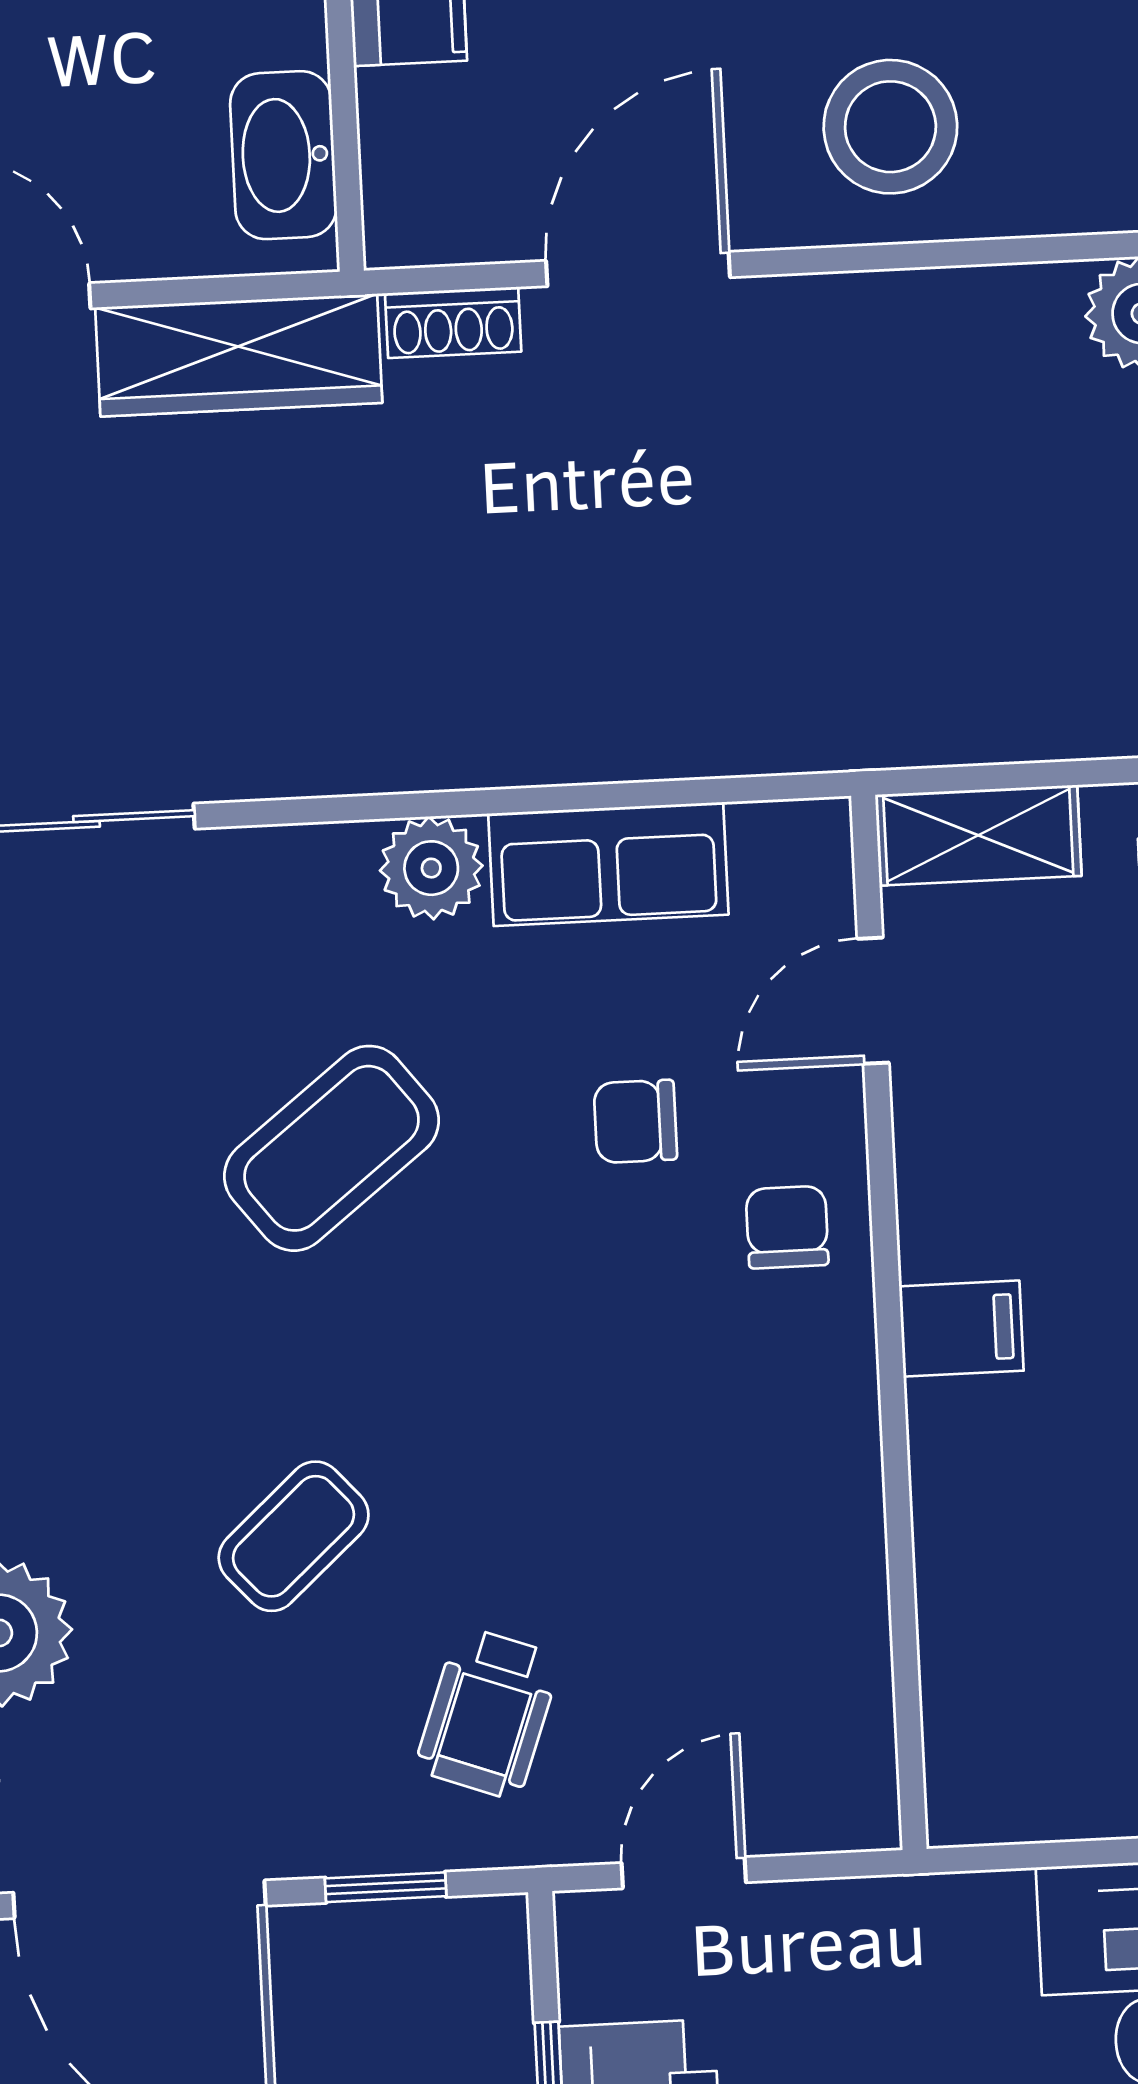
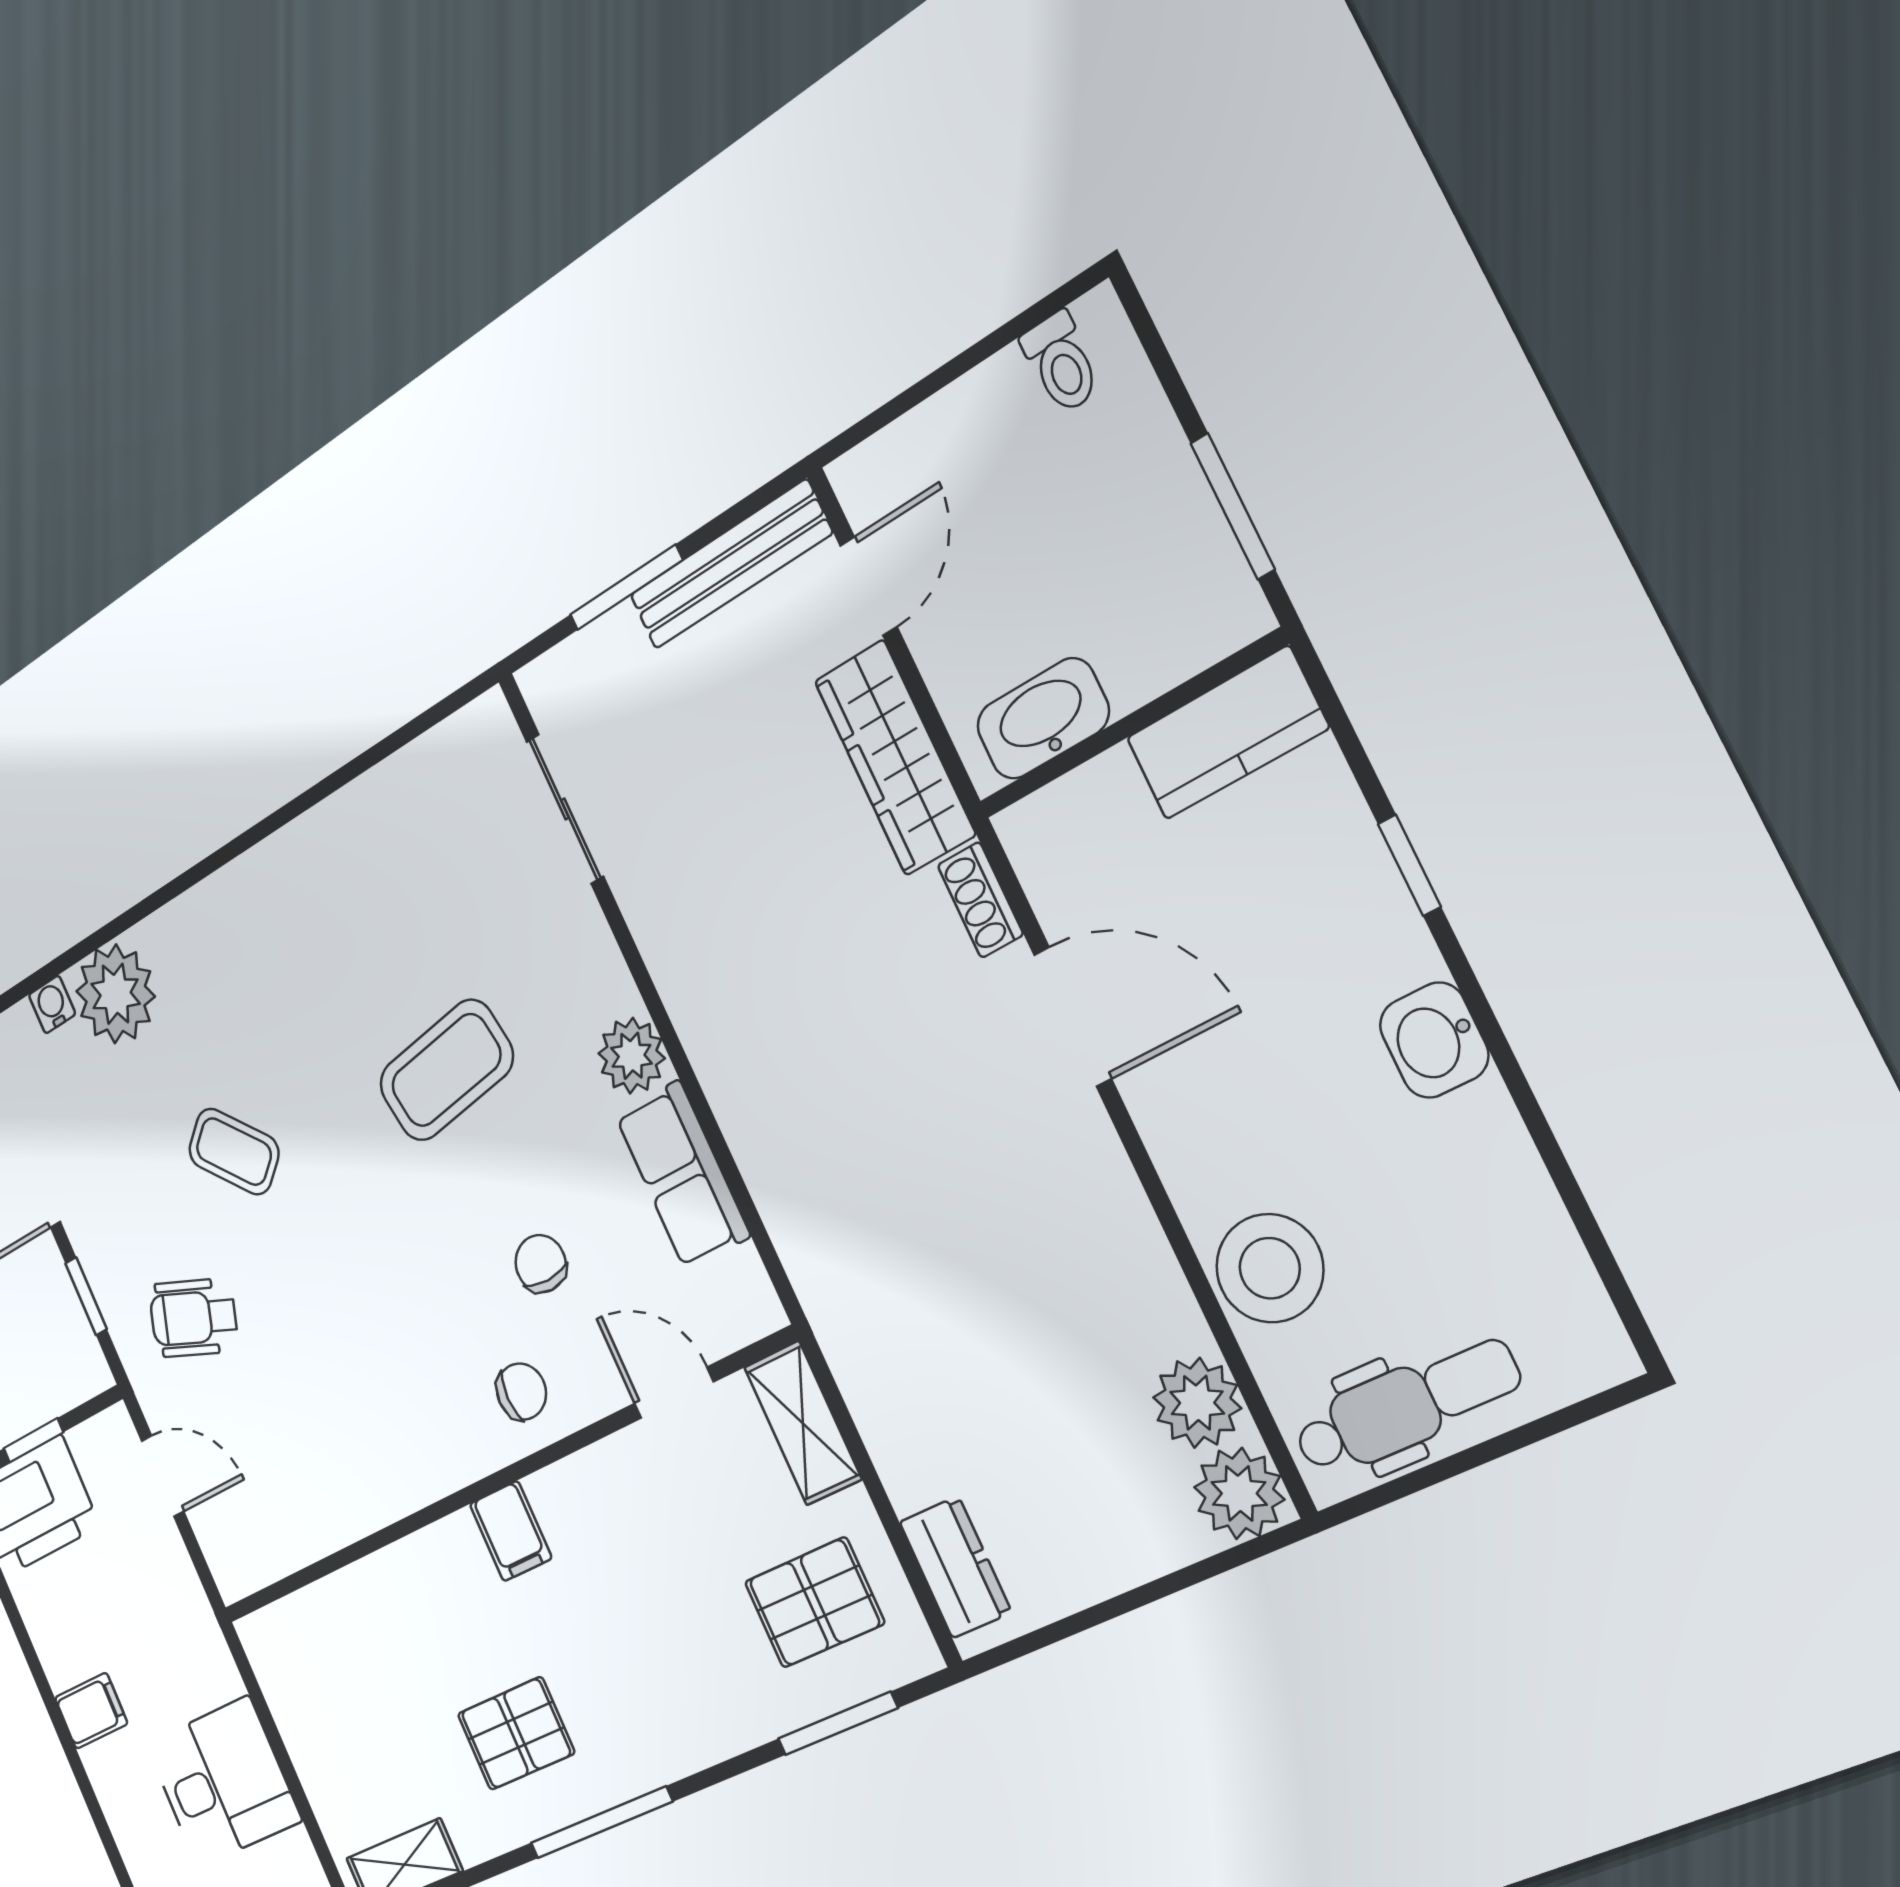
stool: (890, 127) -> (1270, 1268), moved
coffee table: (332, 1148) -> (446, 1070), turned -61

